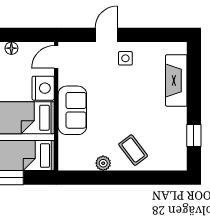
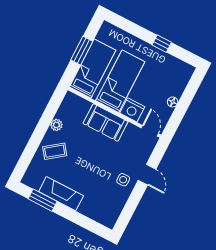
fireplace: (176, 80) -> (61, 194), moved
window: (194, 136) -> (43, 200), width x1.50

